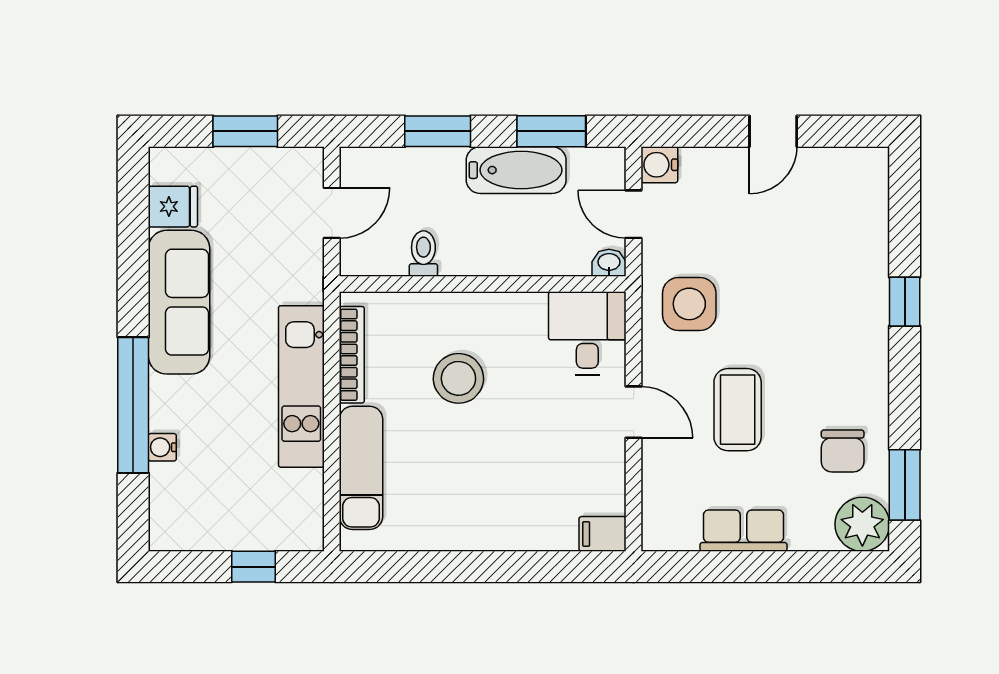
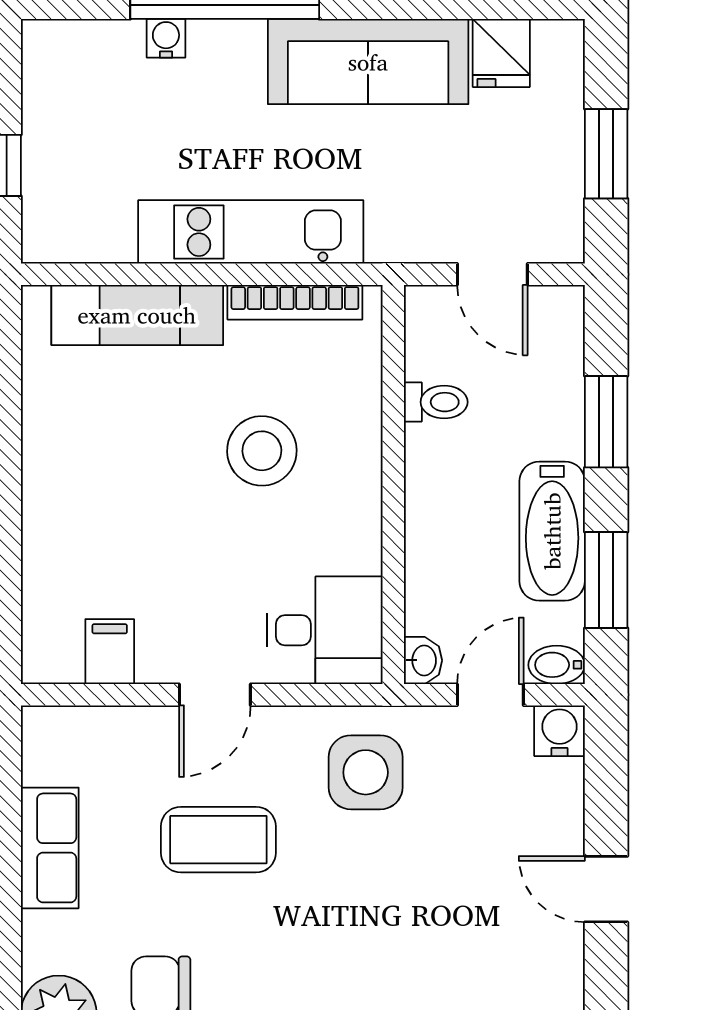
bidet: (612, 167) -> (557, 665), added
filing cabinet: (603, 534) -> (110, 652), moved

